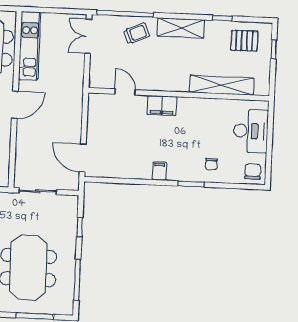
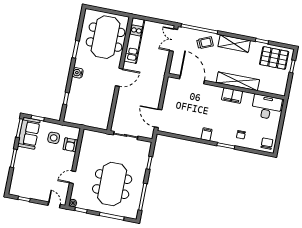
pallet: (244, 41) -> (274, 58), width x1.50, depth x1.42
shelving: (222, 85) -> (238, 81), moved
door: (125, 92) -> (192, 80), width x1.87
filing cabinet: (162, 106) -> (232, 96), moved
desk: (251, 131) -> (267, 107), moved, turned -90

